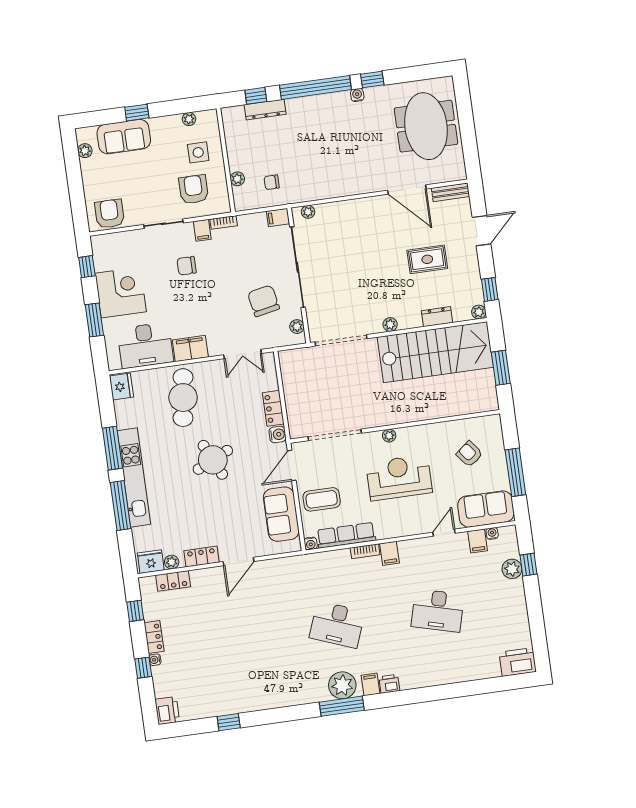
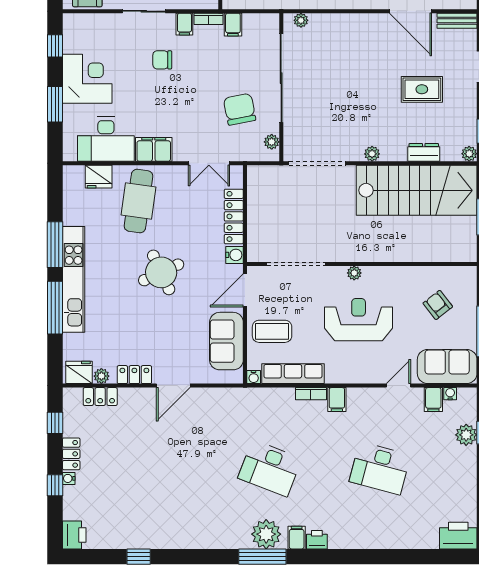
filing cabinet: (278, 217) -> (233, 25), moved, turned -90
fridge: (121, 387) -> (99, 177), moved, turned 90
locker: (273, 408) -> (234, 216), width x1.53

